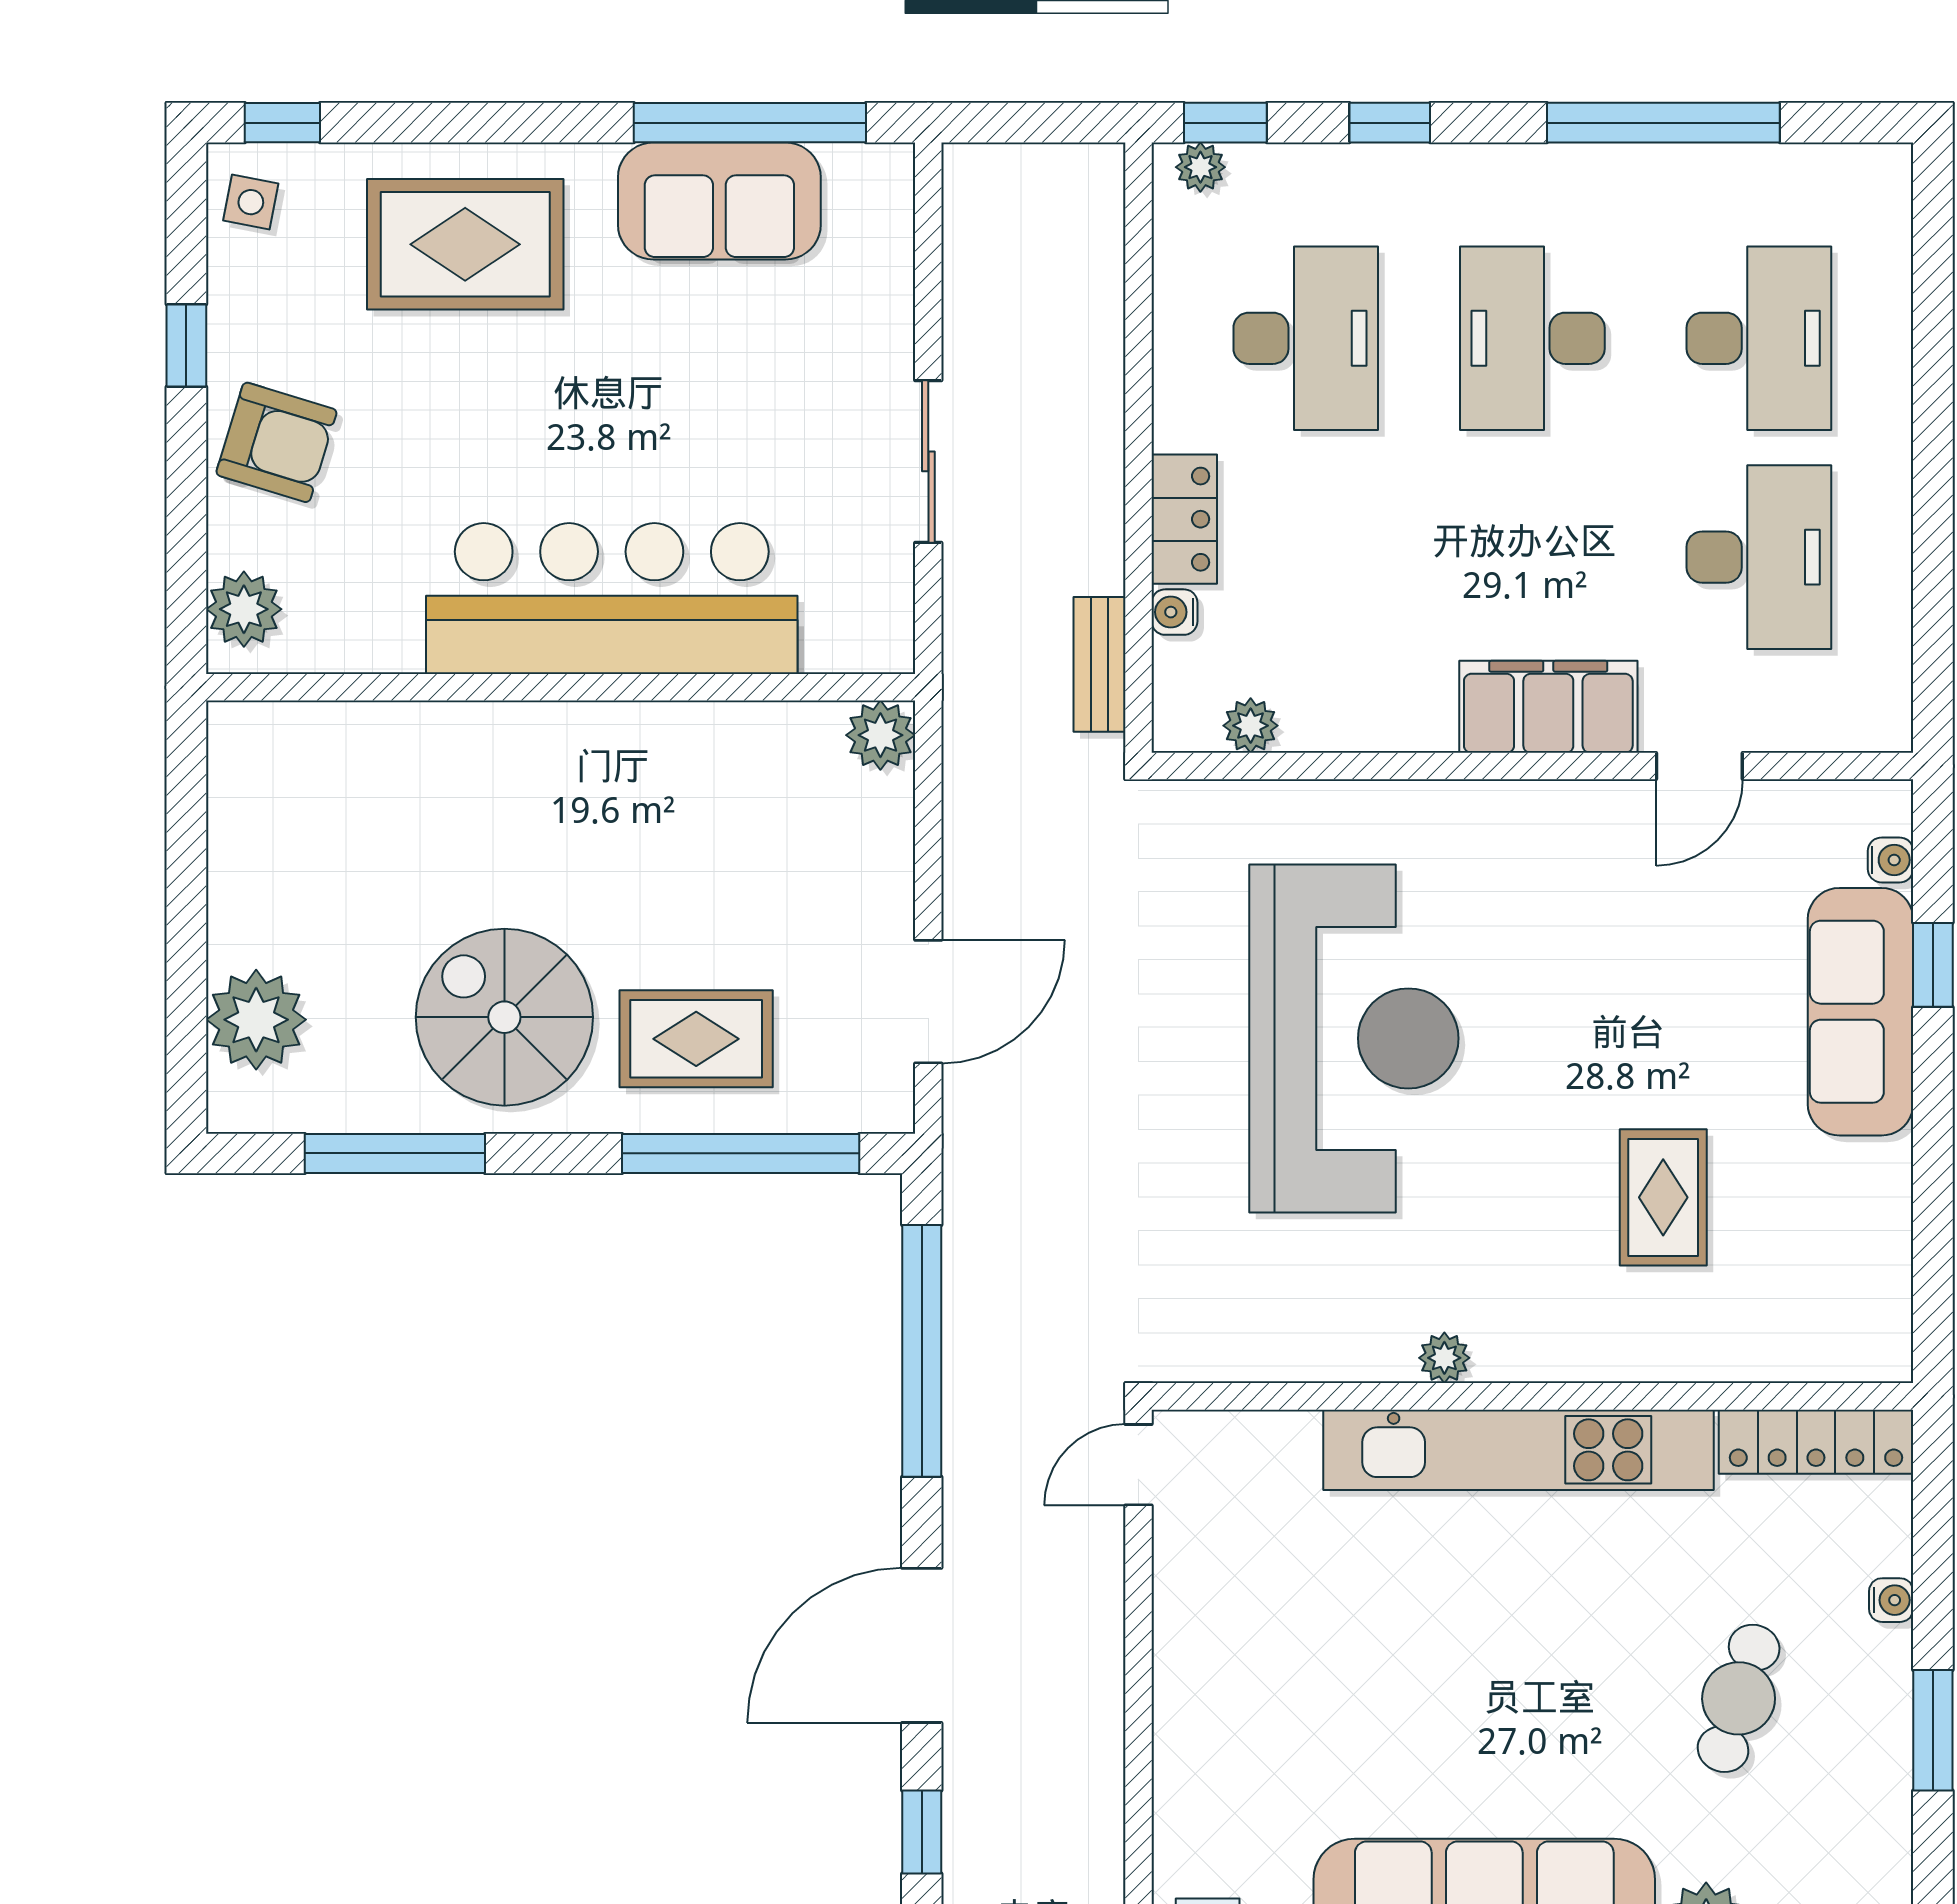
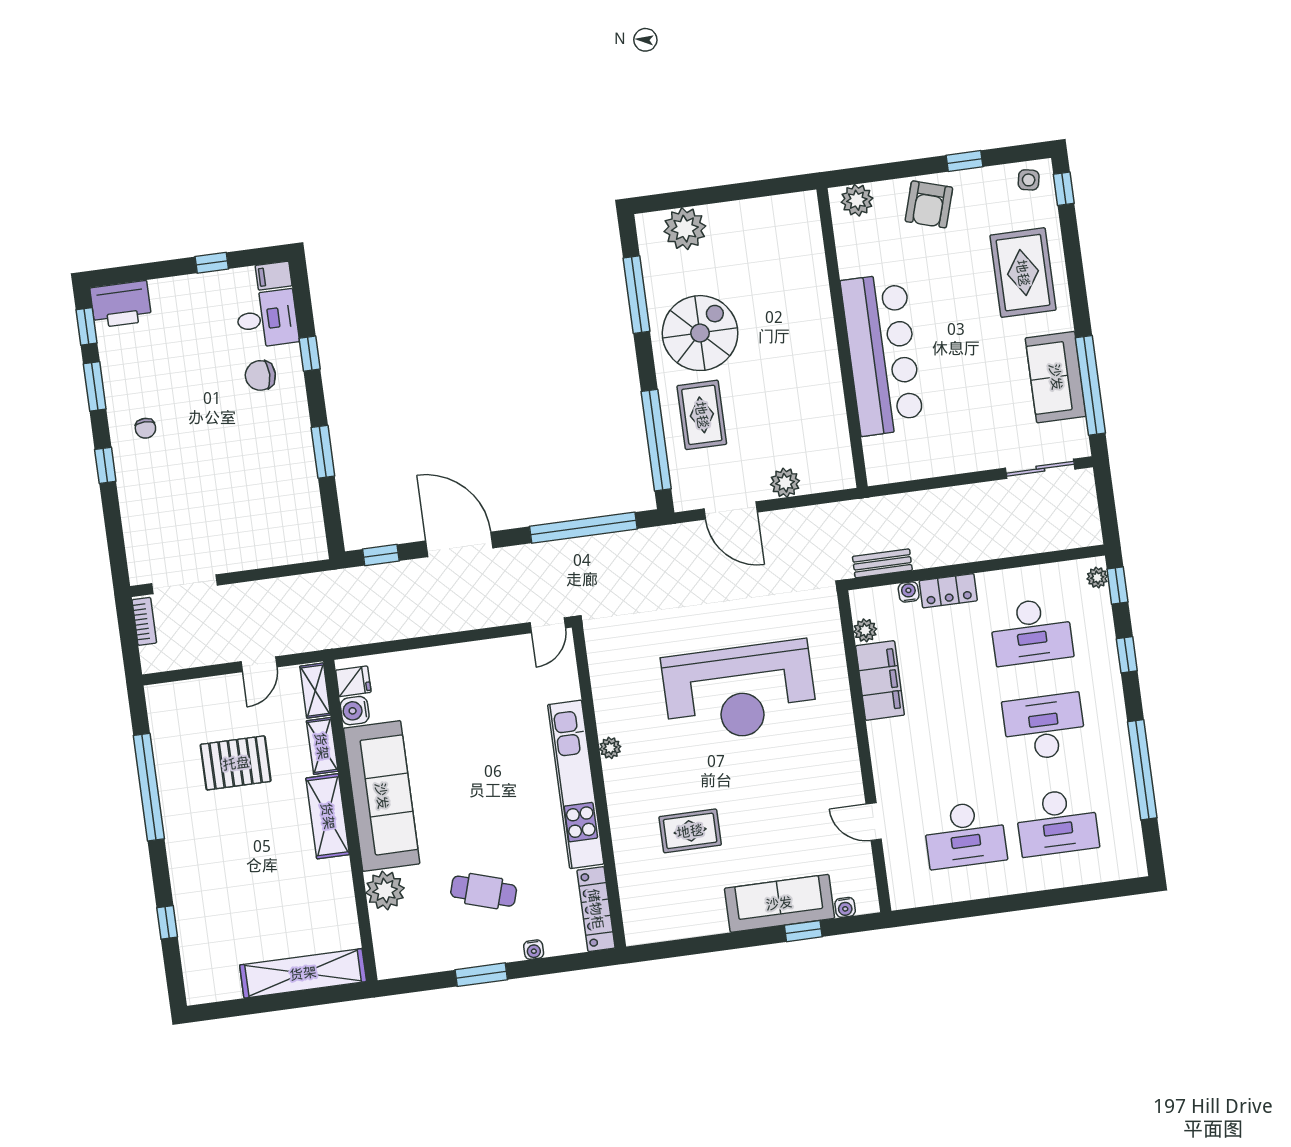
sliding door: (928, 461) -> (1040, 469), moved
filing cabinet: (1548, 707) -> (880, 680), moved
plant: (880, 735) -> (785, 483), moved
door: (1138, 1465) -> (548, 625), swing flipped

